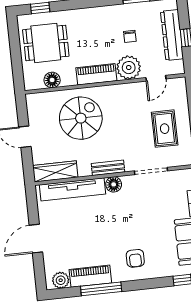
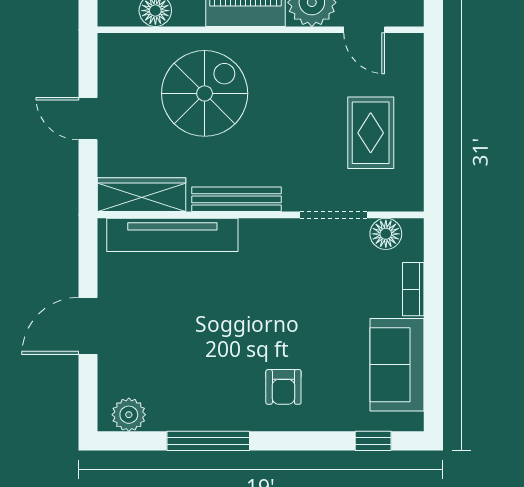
door: (156, 78) -> (364, 30), hinge flipped
bench: (108, 168) -> (237, 199), width x1.36
floor lamp: (114, 184) -> (386, 234), moved
piano: (90, 276) -> (189, 413), removed

